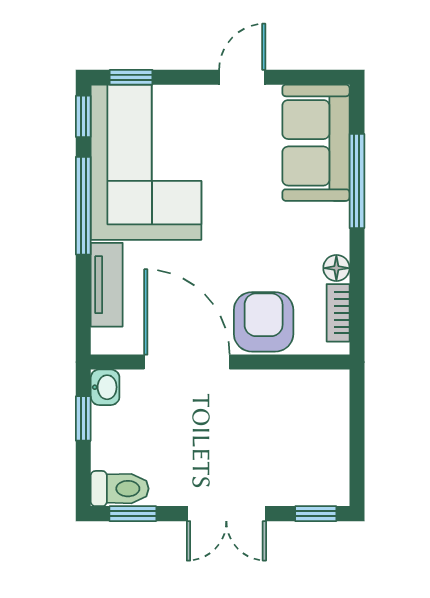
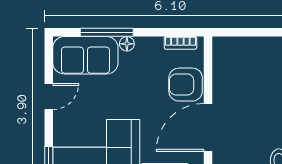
door: (242, 77) -> (49, 96), swing flipped
floor lamp: (336, 268) -> (127, 44), moved

